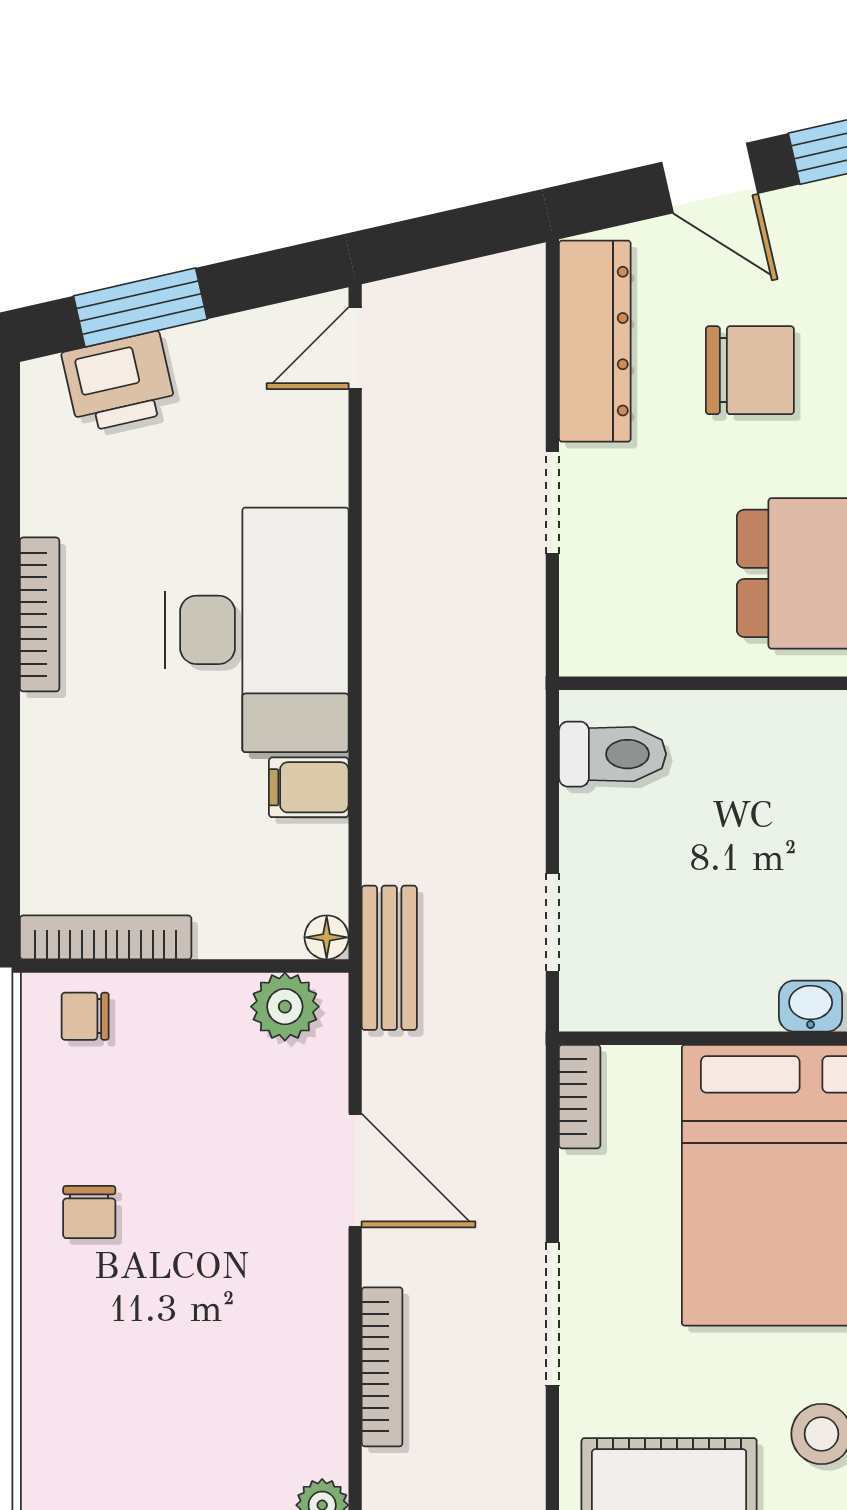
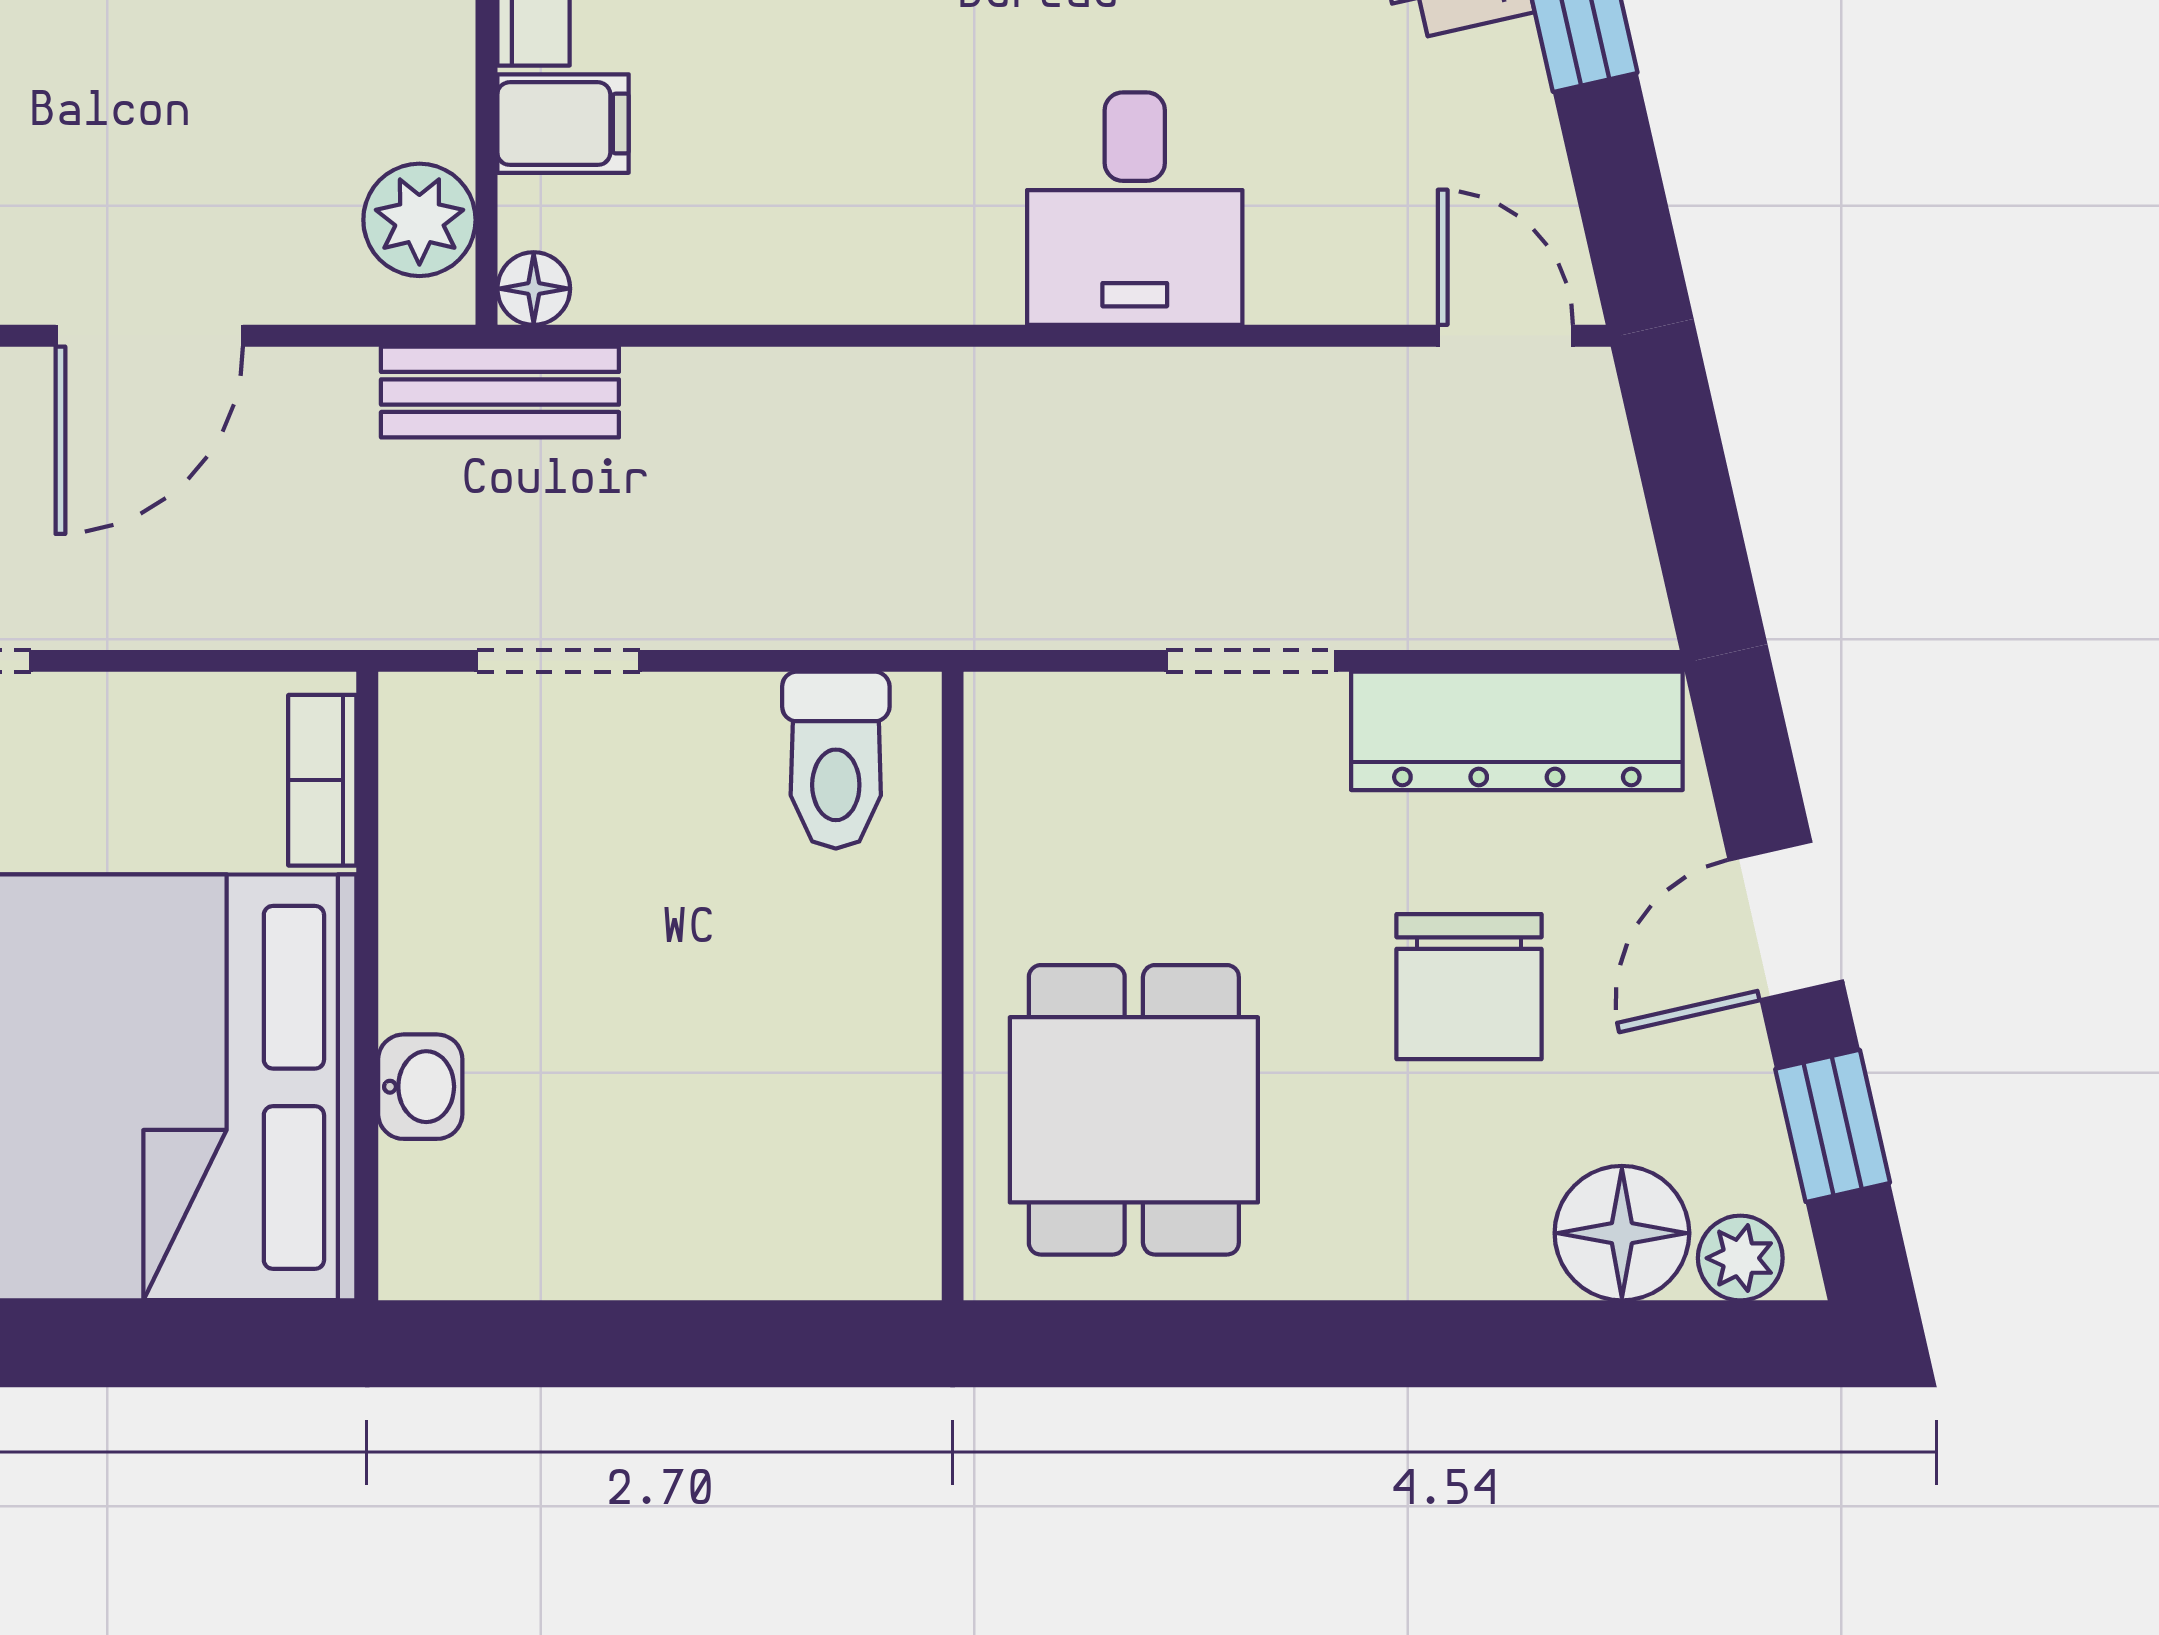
desk: (257, 630) -> (1135, 209), width x0.53, depth x0.77
filing cabinet: (309, 787) -> (563, 124), moved, turned 90
bookcase: (580, 1097) -> (322, 780), moved, turned 90

